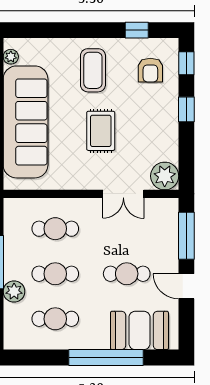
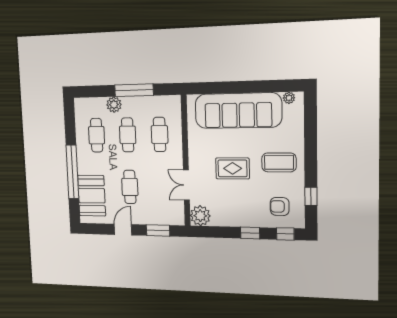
window: (186, 236) -> (158, 230), width x0.69

